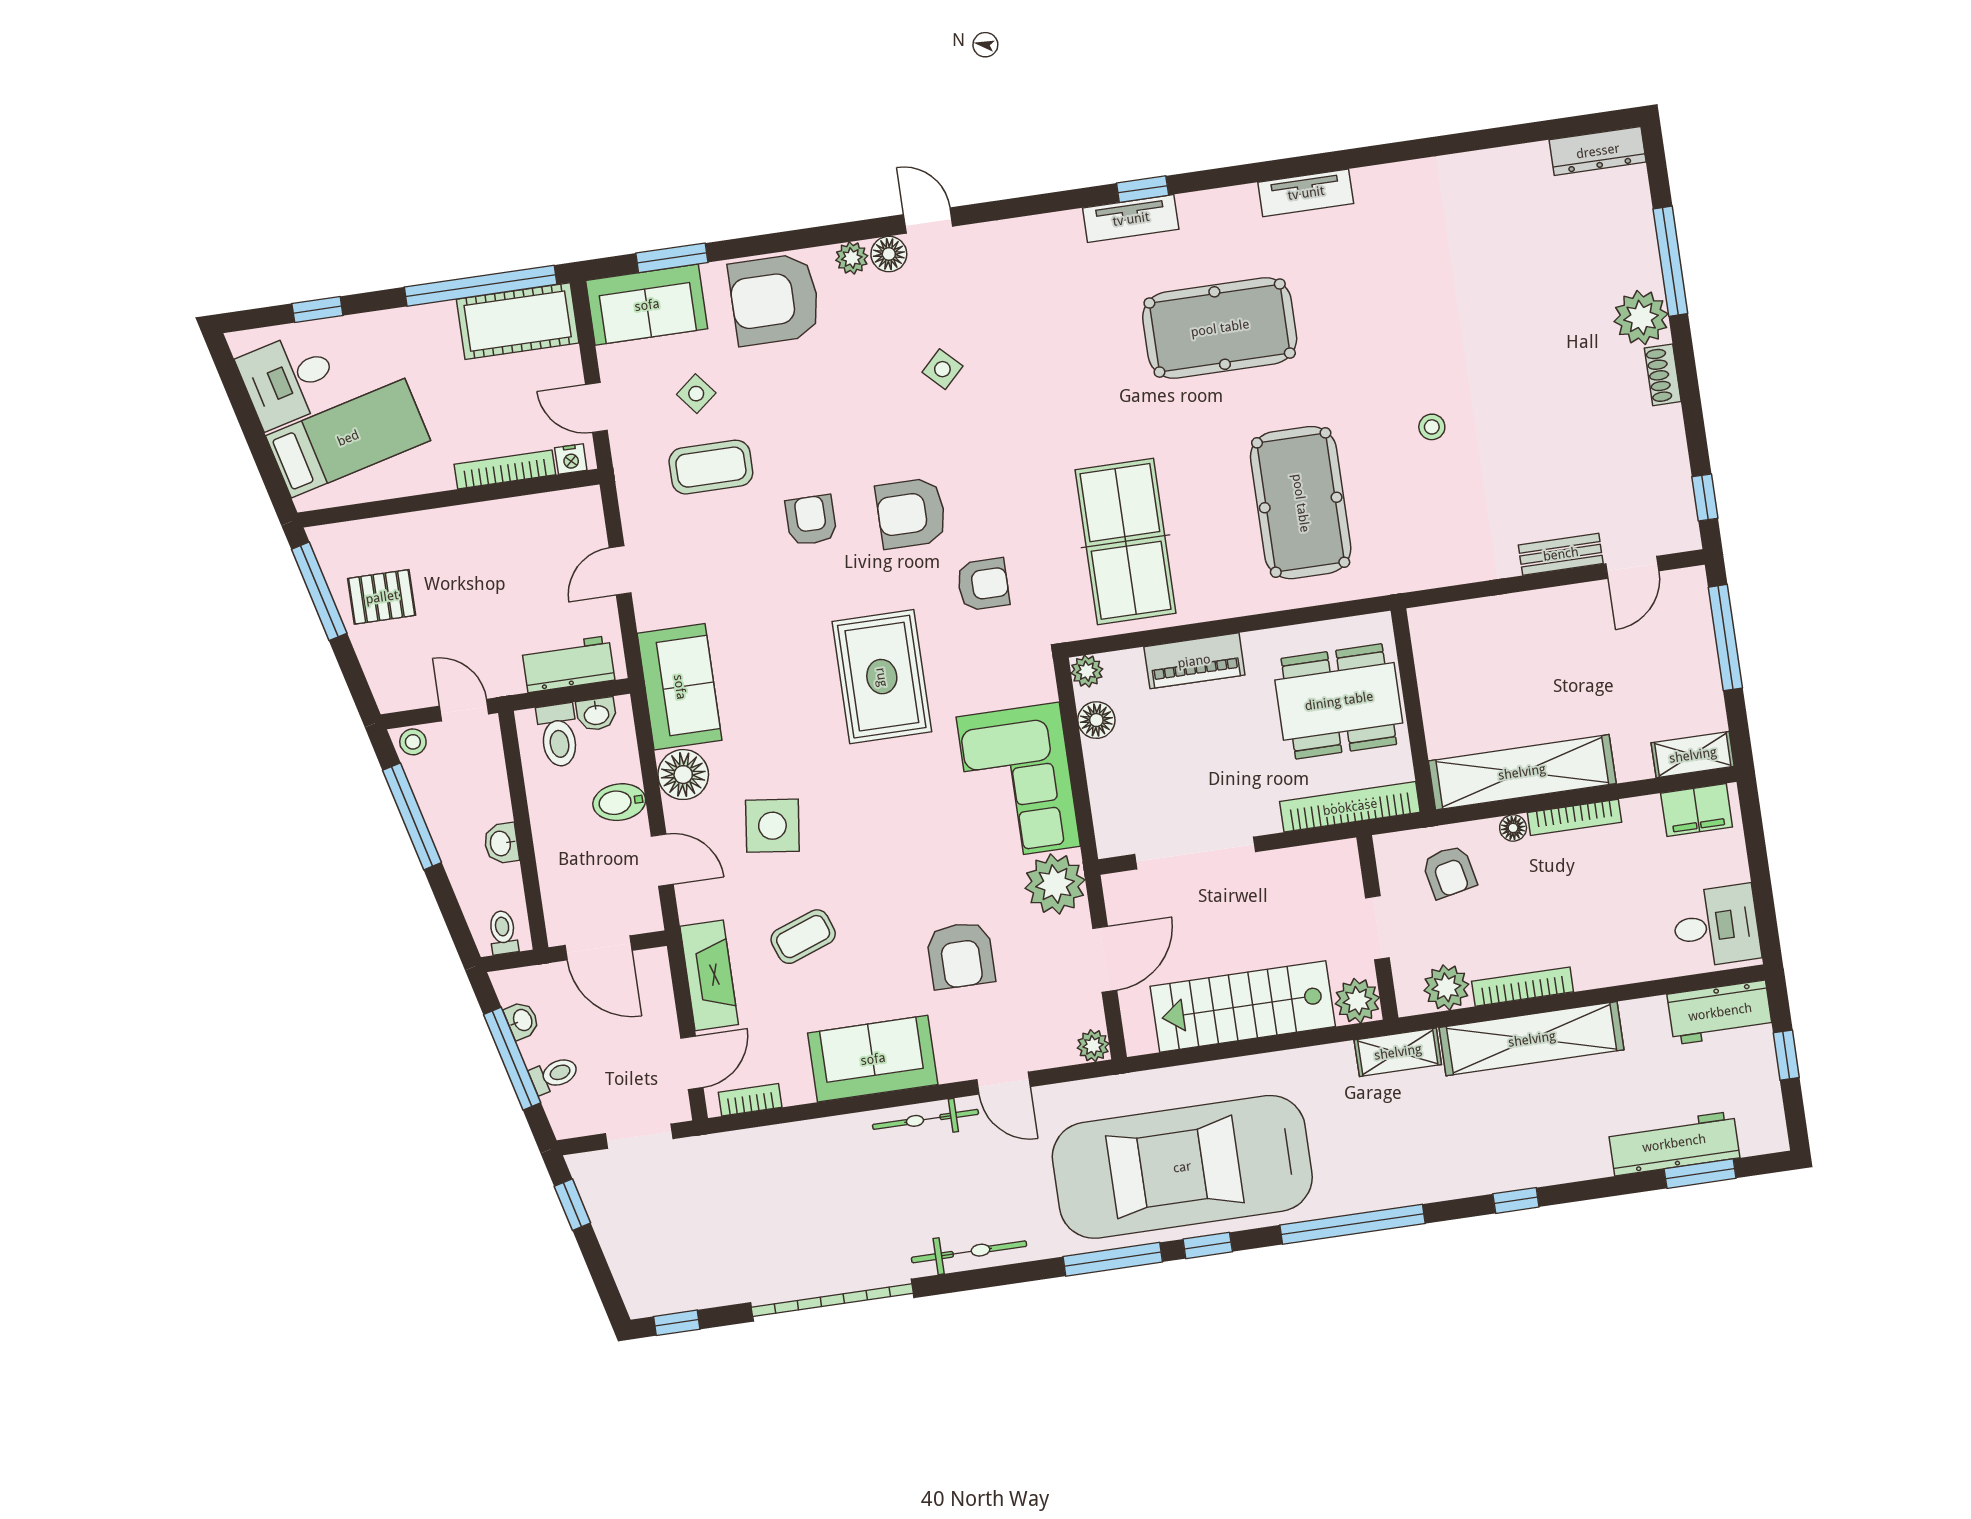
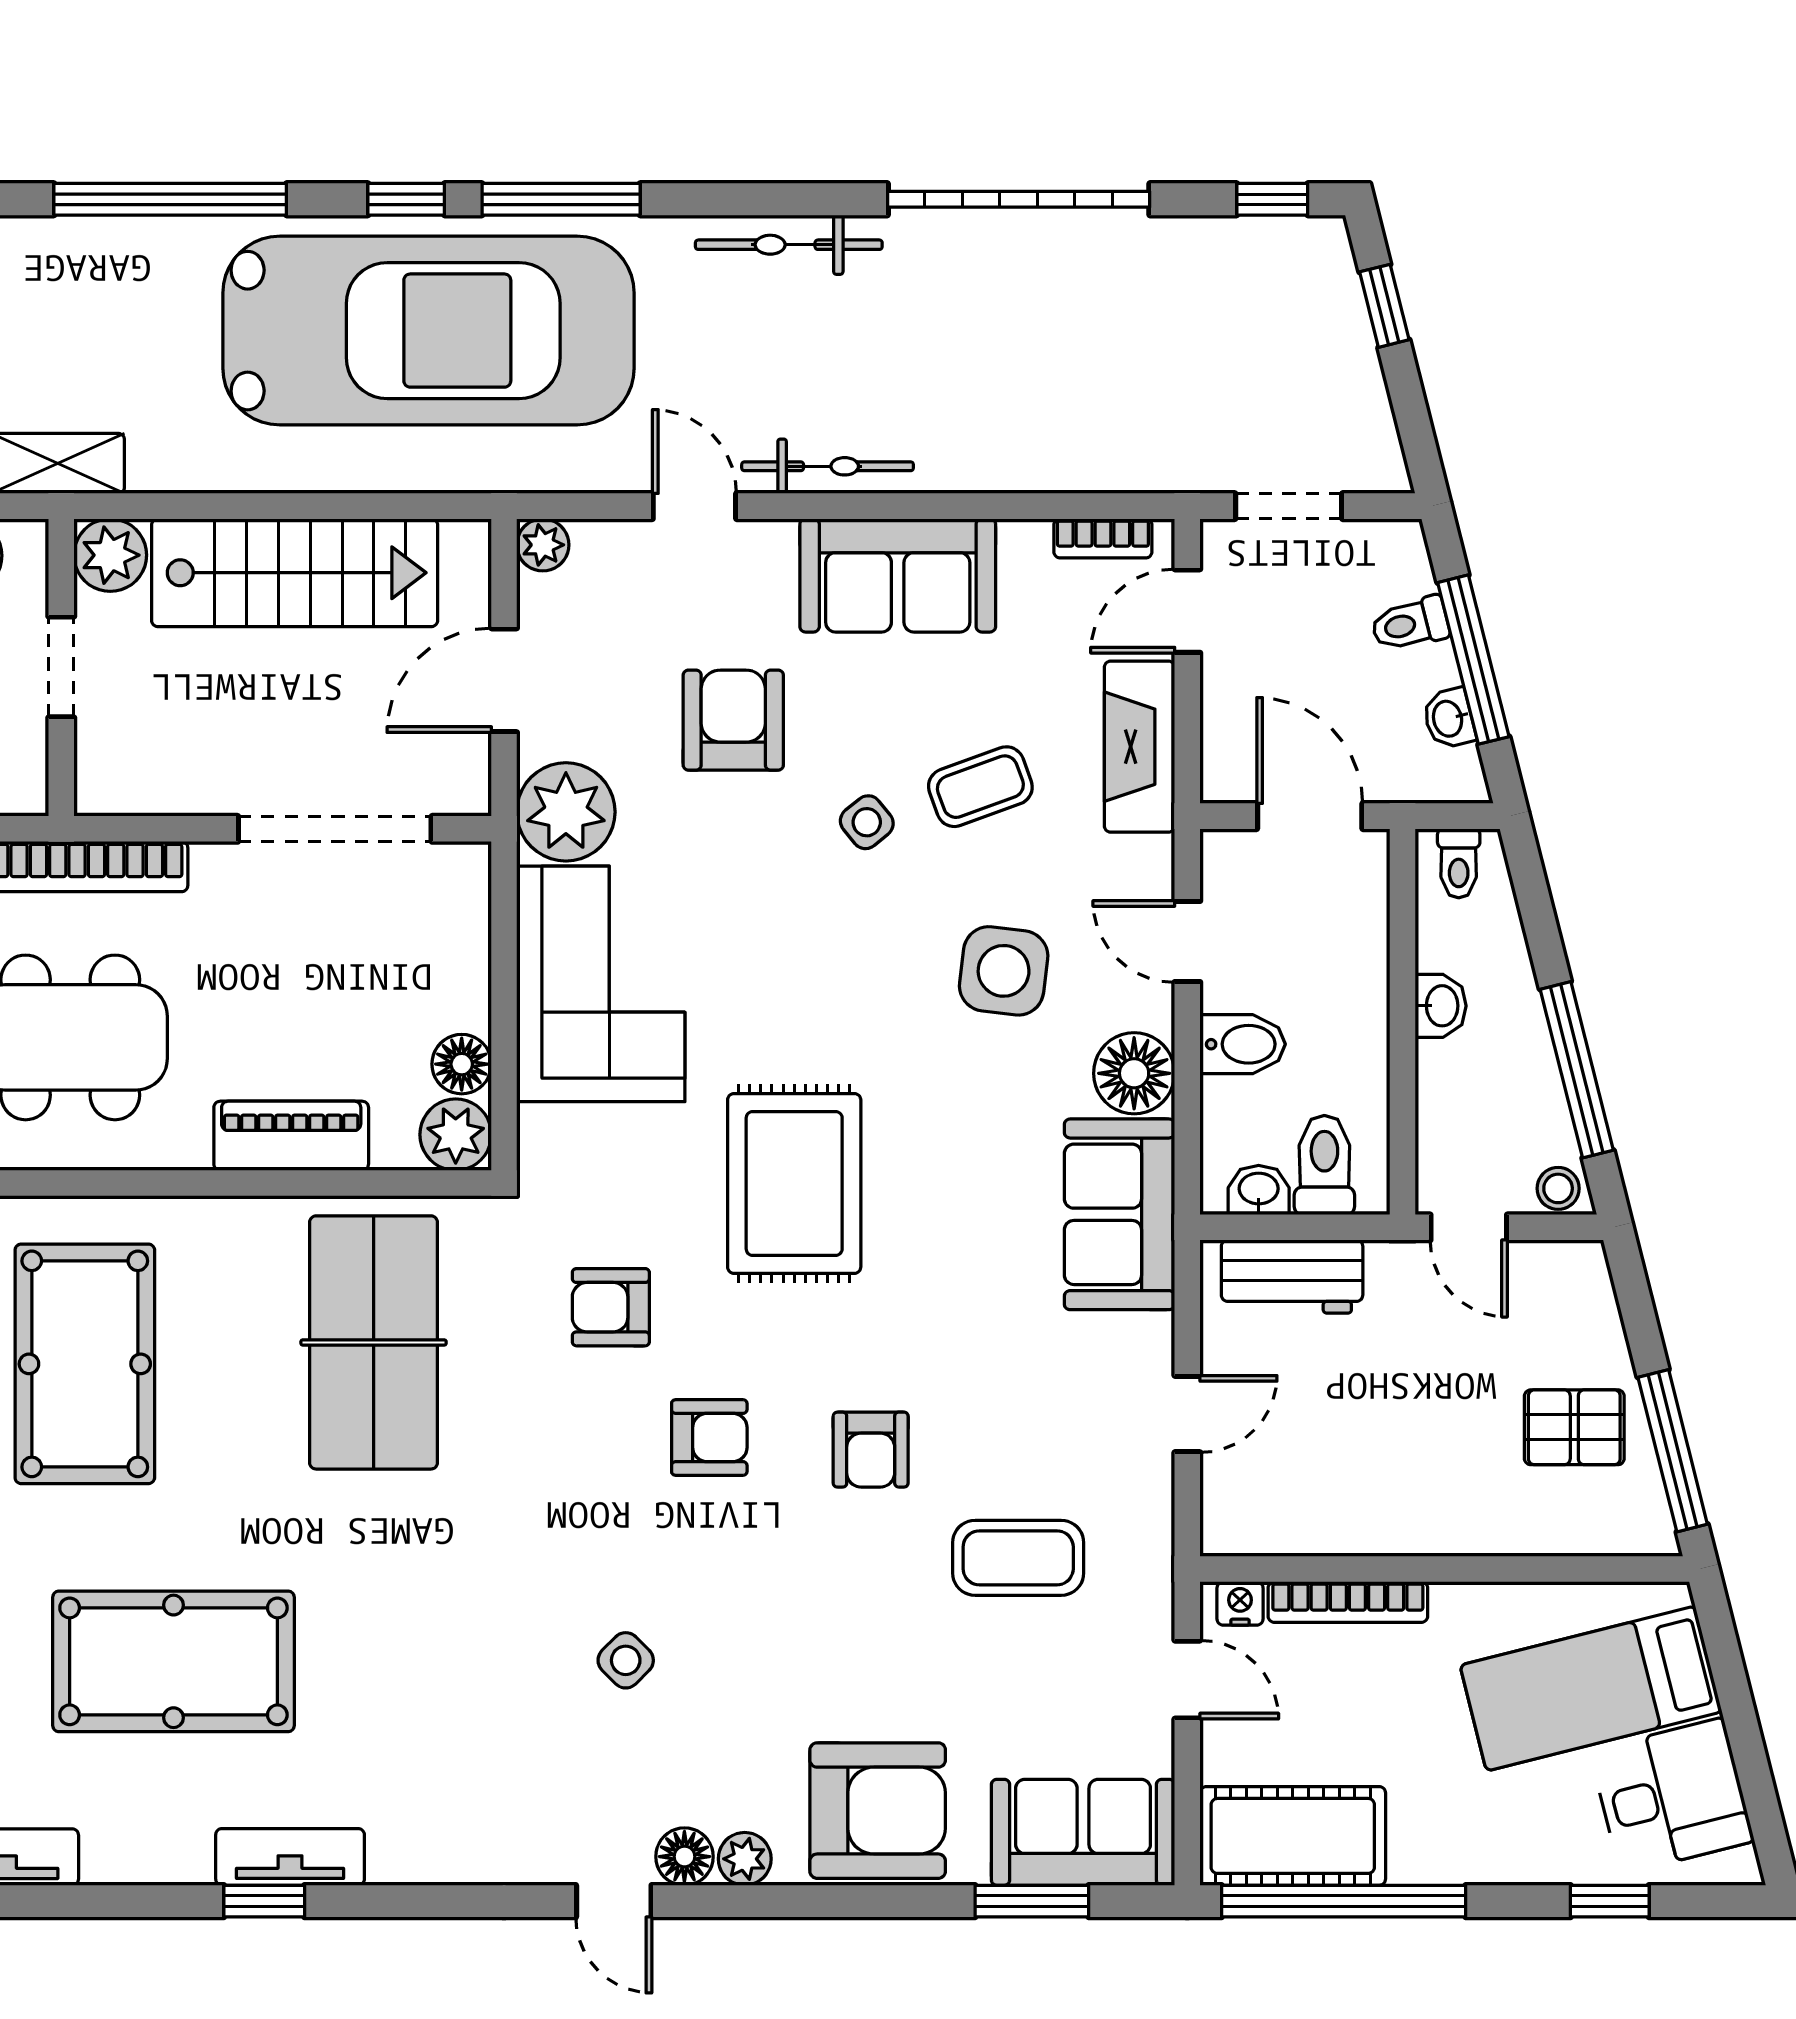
side table: (696, 394) -> (867, 822), moved
armchair: (911, 513) -> (709, 1438), width x0.72, depth x0.72
plant: (1087, 671) -> (456, 1135), width x1.38, depth x1.38
window: (572, 1205) -> (1384, 306), moved

